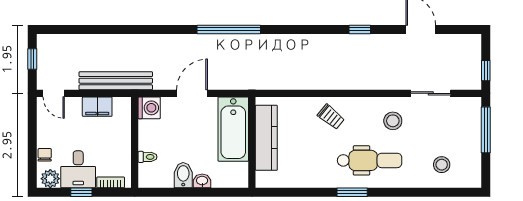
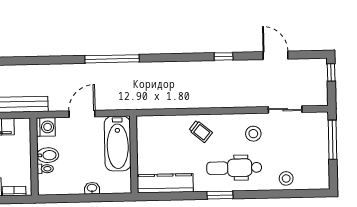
window: (486, 71) -> (331, 72), moved
kitchen counter: (266, 138) -> (165, 183), moved, turned -90
dental chair: (370, 160) -> (234, 168), turned 180
stool: (442, 165) -> (286, 178), moved
bidet: (183, 175) -> (48, 155), moved, turned 90

